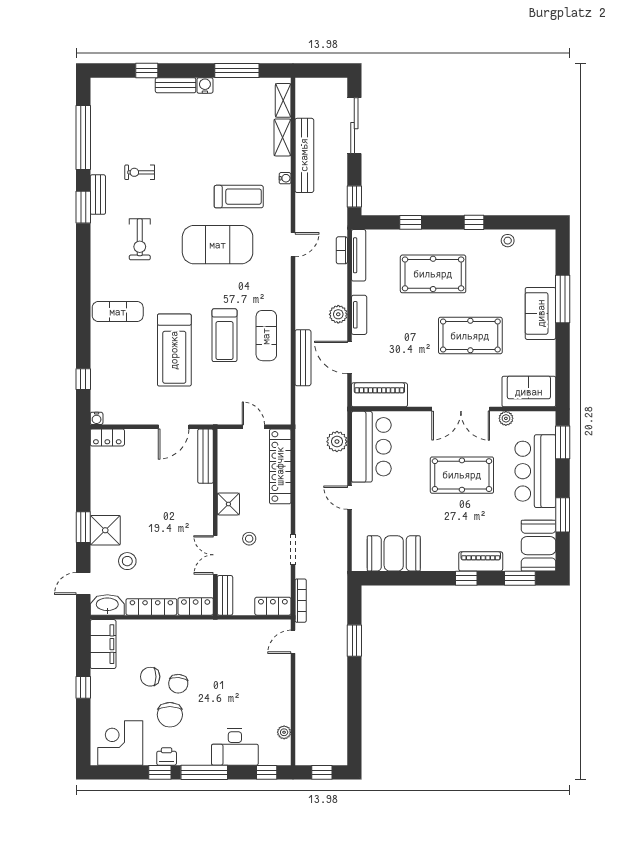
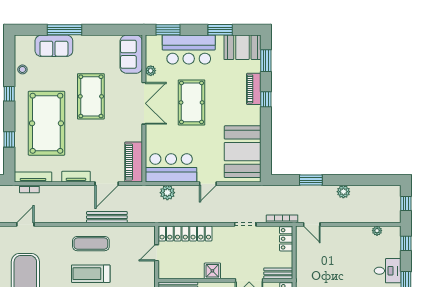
door: (293, 245) -> (25, 224), hinge flipped
pool table: (433, 274) -> (46, 123), width x1.36, depth x1.32
sofa: (541, 313) -> (54, 46), moved
plant: (338, 314) -> (343, 192), moved
treadmill: (224, 335) -> (91, 274), turned 180
stool: (249, 539) -> (237, 256), removed
booth: (394, 553) -> (243, 152), width x1.36, depth x1.42
desk: (235, 747) -> (388, 271), width x0.73

